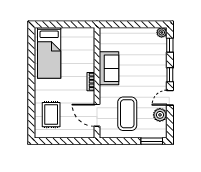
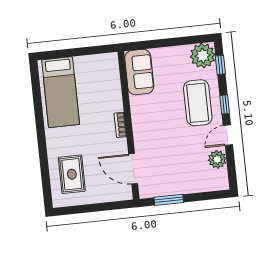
plant: (162, 32) -> (203, 56), width x1.87, depth x1.87
sofa: (109, 68) -> (139, 72), moved
coffee table: (127, 114) -> (198, 103), moved
window: (152, 141) -> (169, 200), moved

